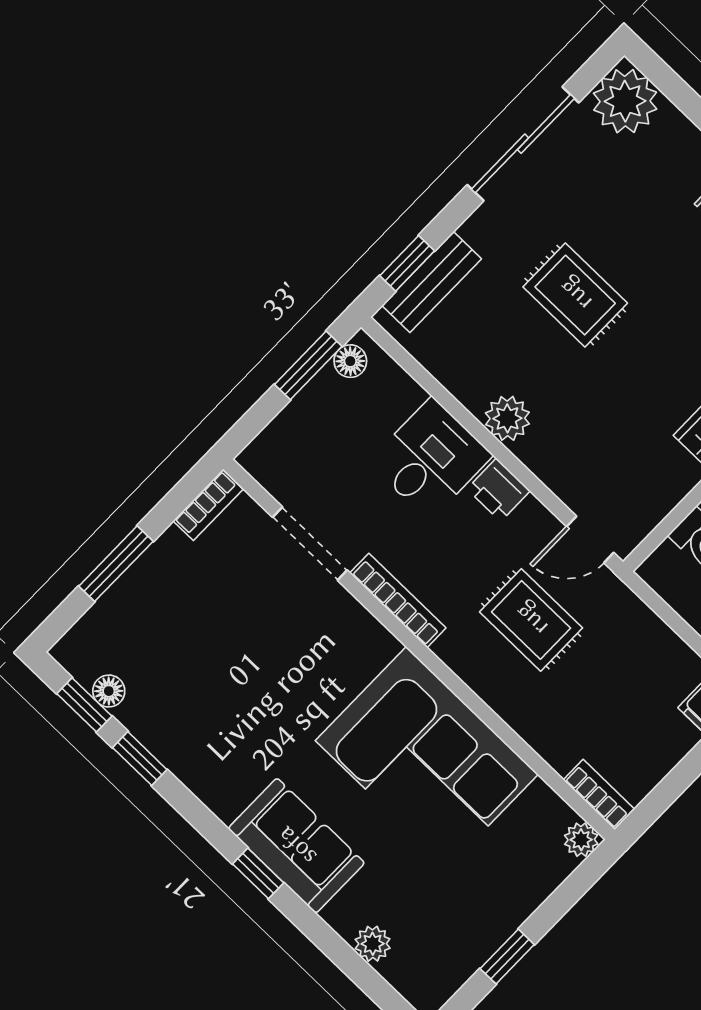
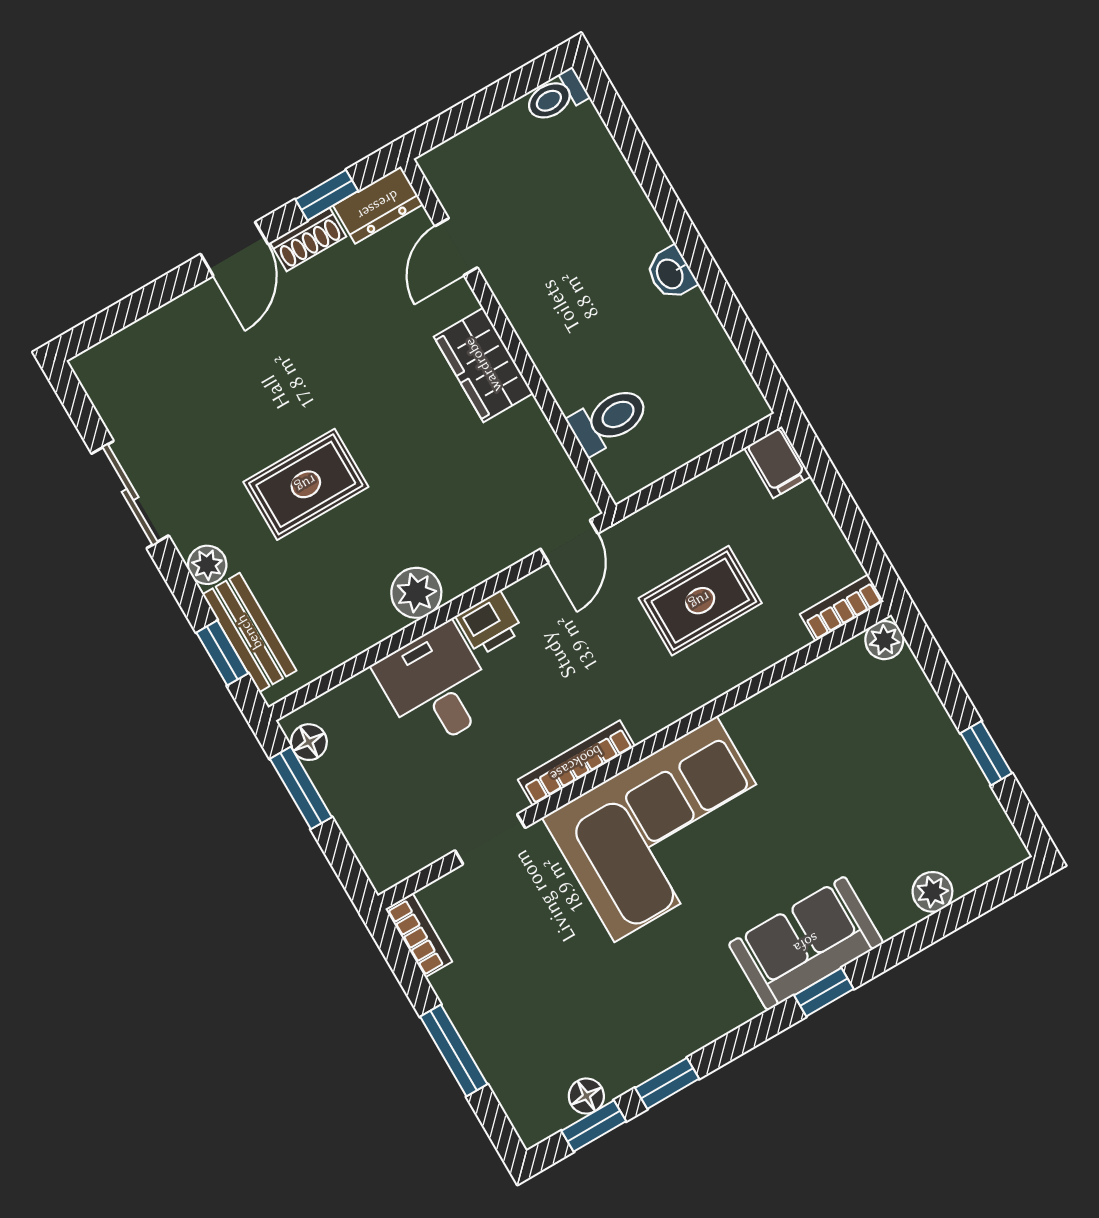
plant: (625, 101) -> (207, 565), moved, width x0.53, depth x0.53
sliding door: (523, 144) -> (130, 495), width x0.73
doorway: (310, 544) -> (490, 839), width x0.73
rug: (531, 620) -> (700, 601), moved
corner sofa: (427, 757) -> (665, 829), moved

